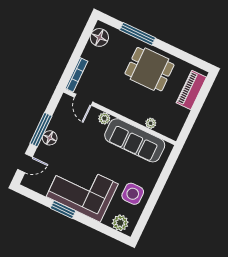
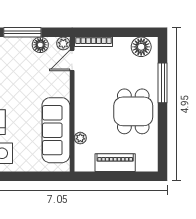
piano: (191, 90) -> (115, 163), moved
plant: (104, 118) -> (63, 43), moved
floor lamp: (50, 138) -> (40, 45), moved

